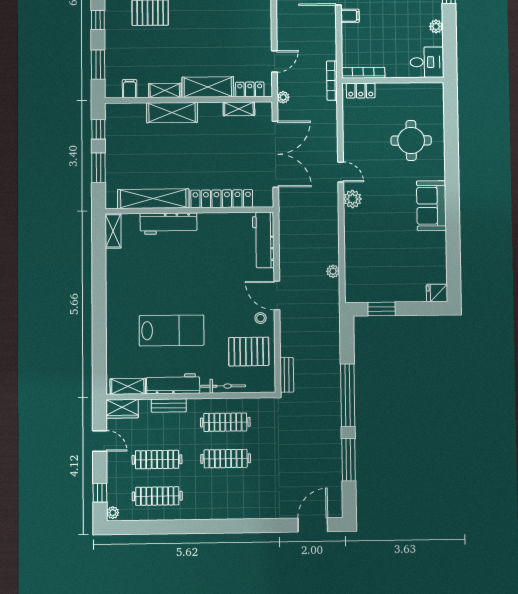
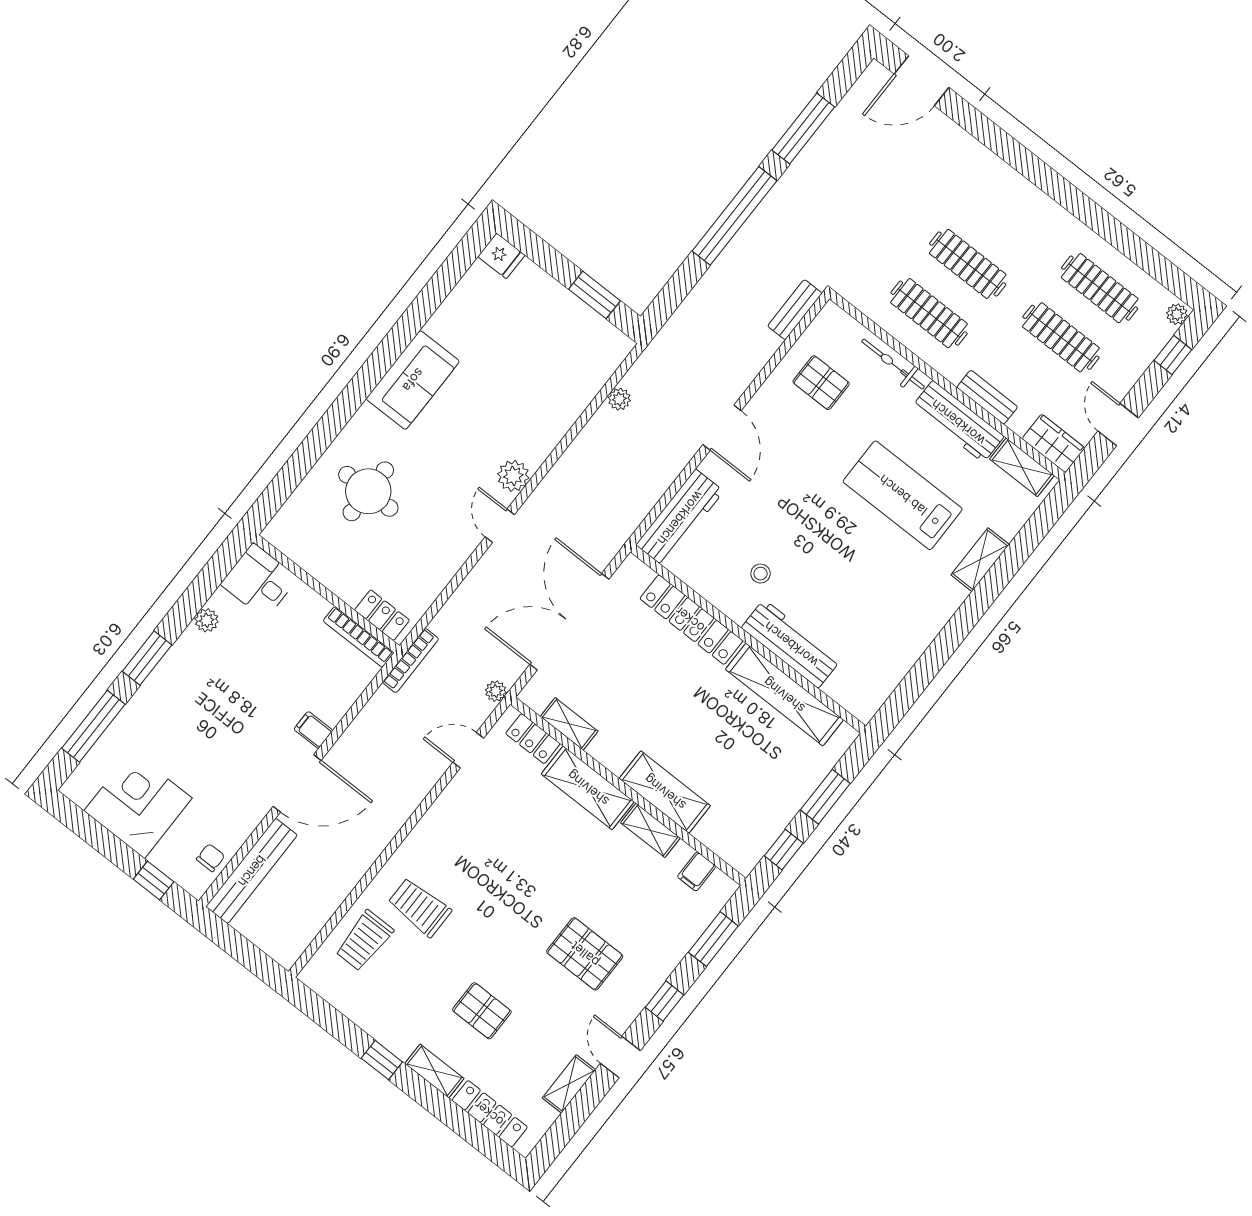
shelving: (113, 231) -> (980, 560), moved
stool: (261, 318) -> (761, 574), moved
pallet: (249, 352) -> (821, 383), width x0.67, depth x0.71

